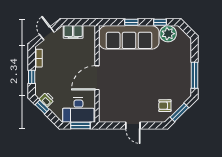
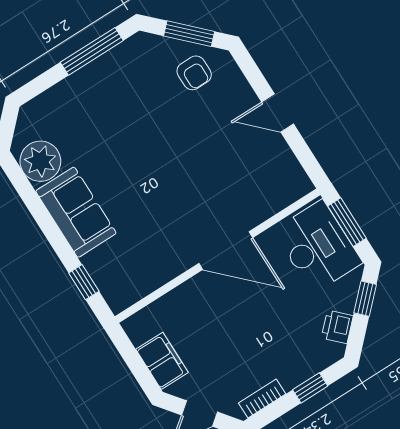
window: (131, 22) -> (84, 282), moved
window: (160, 22) -> (27, 193), removed
sofa: (129, 37) -> (76, 212), width x0.54, depth x0.79
window: (42, 107) -> (365, 299), moved
door: (133, 126) -> (278, 113), swing flipped

